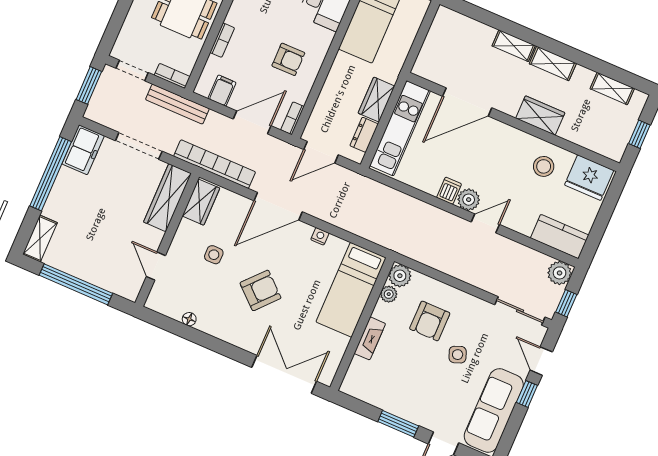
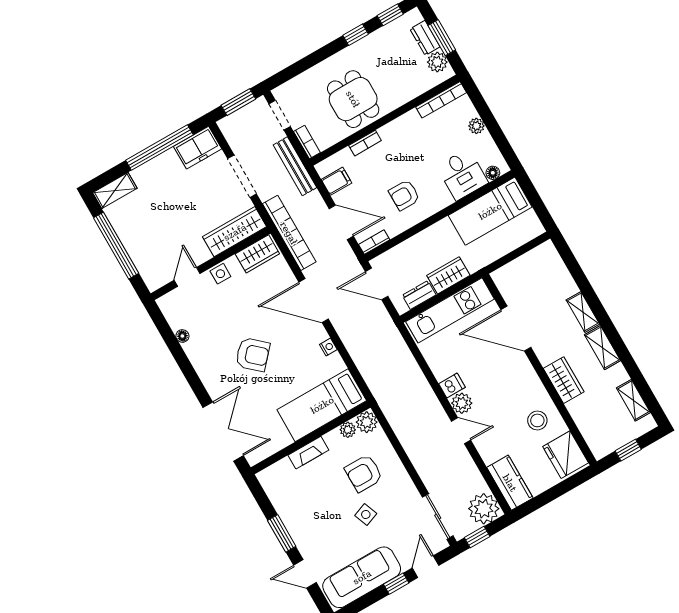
armchair: (288, 59) -> (404, 195), turned 90
side table: (214, 255) -> (220, 274), moved
plant: (560, 273) -> (484, 509), width x1.36, depth x1.36

